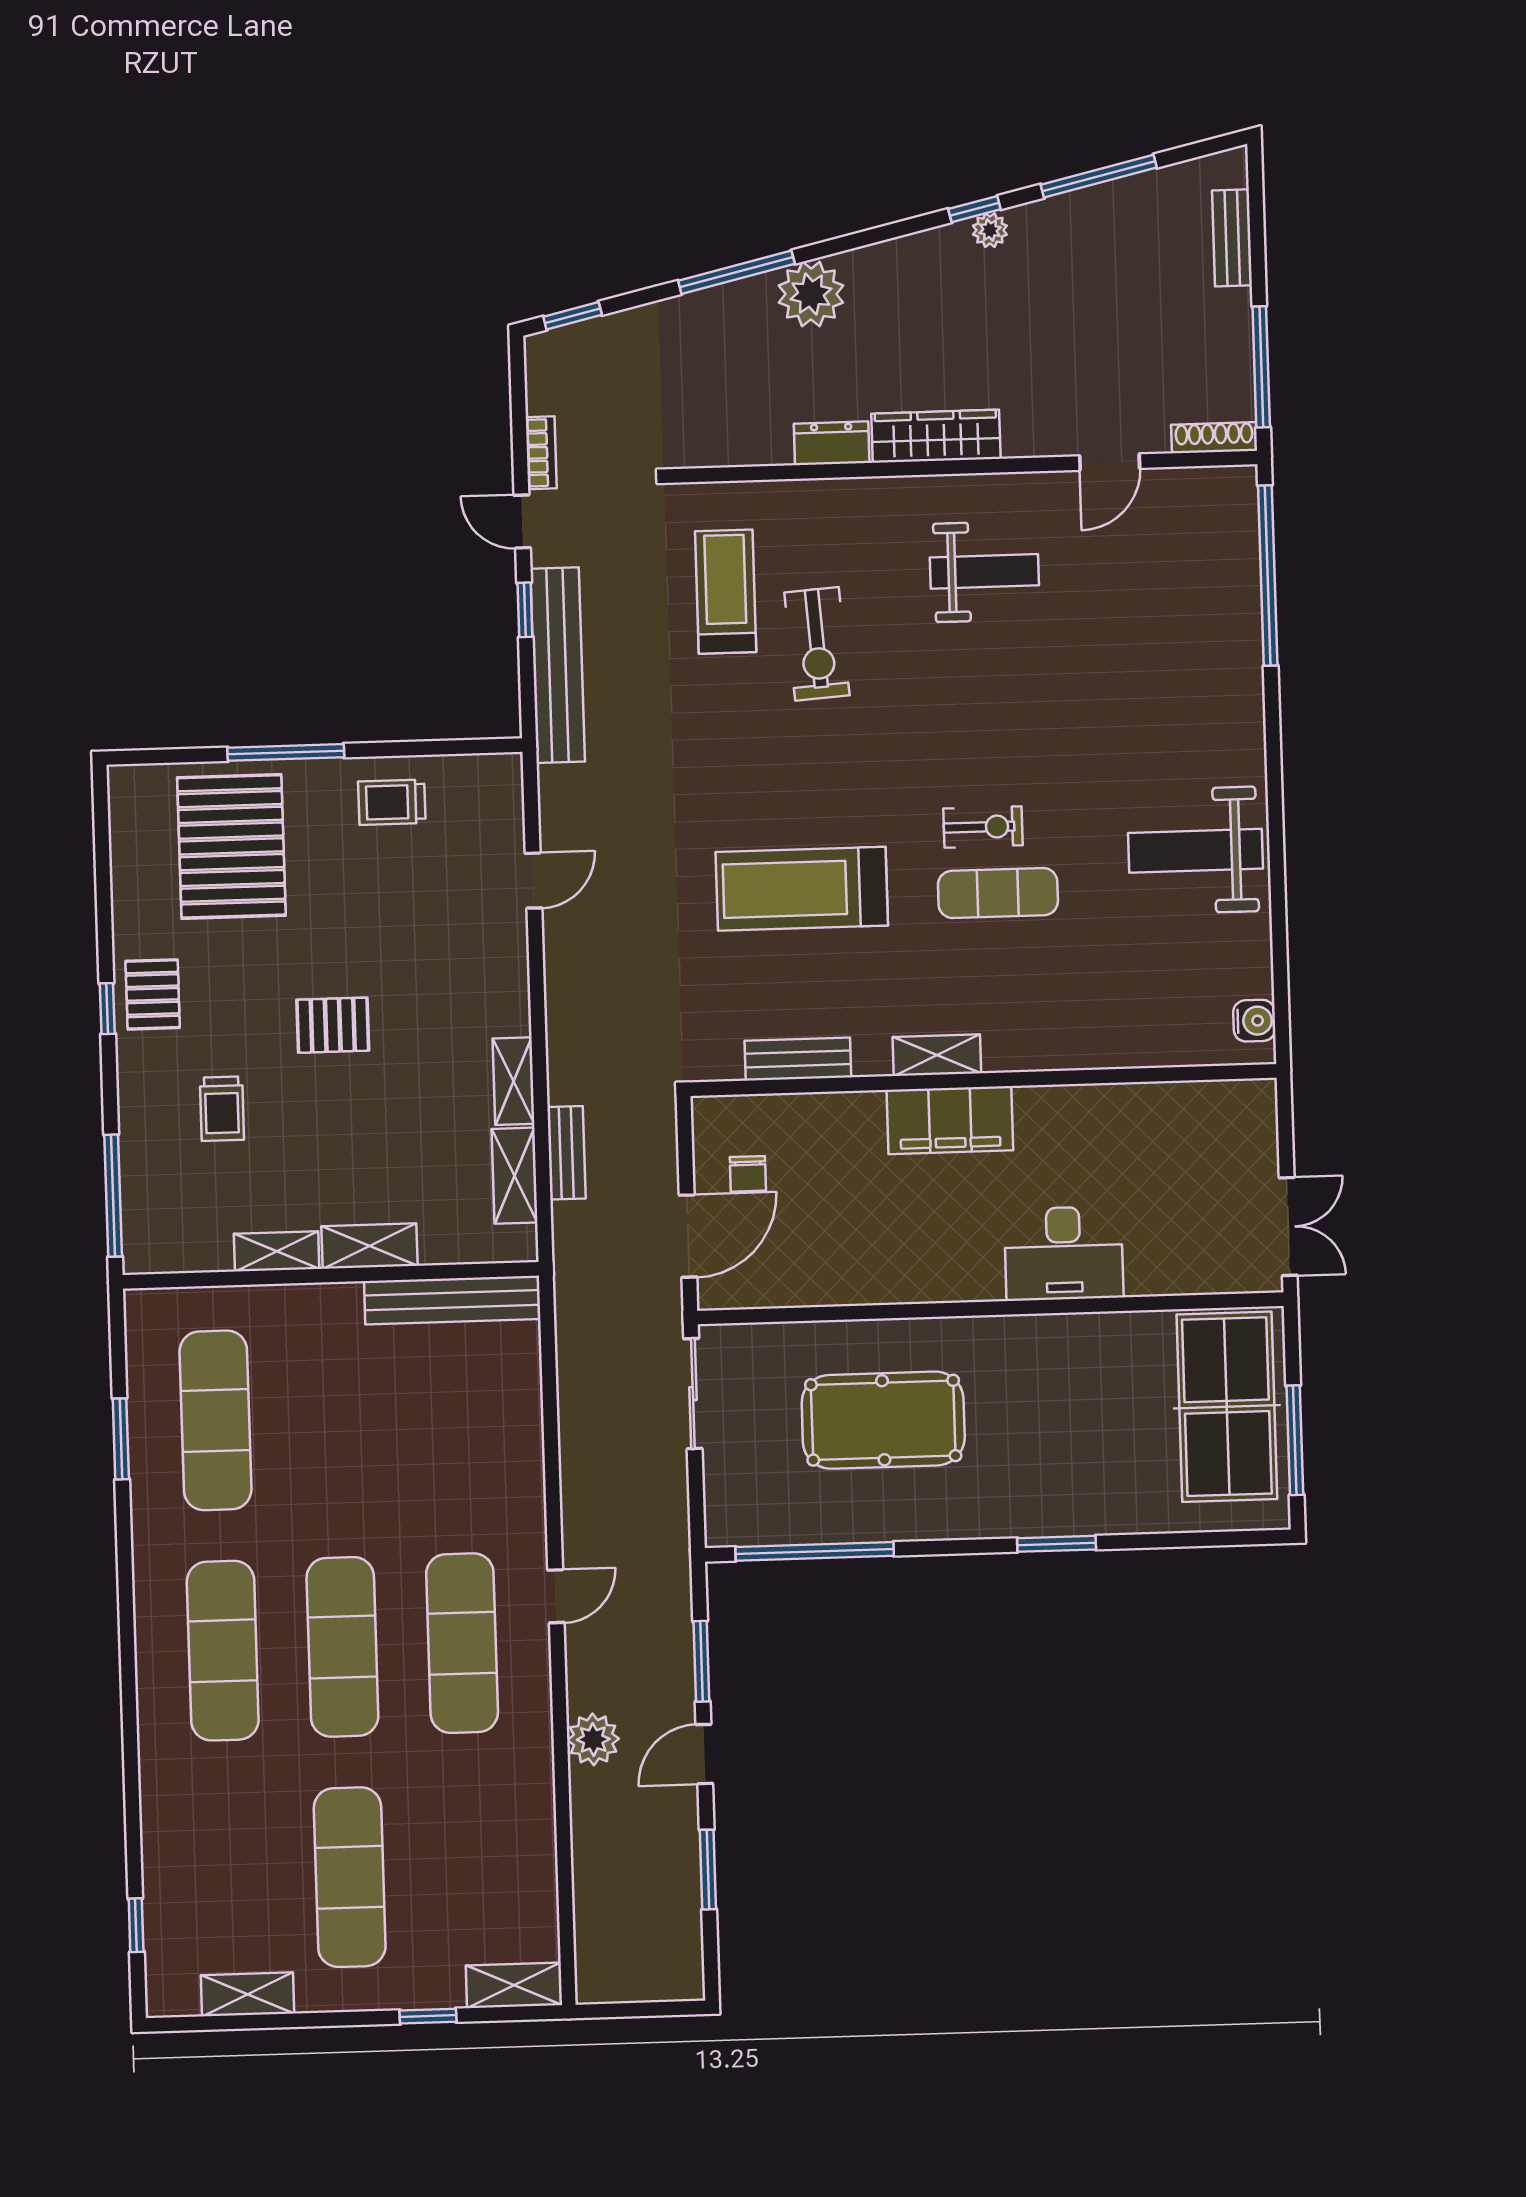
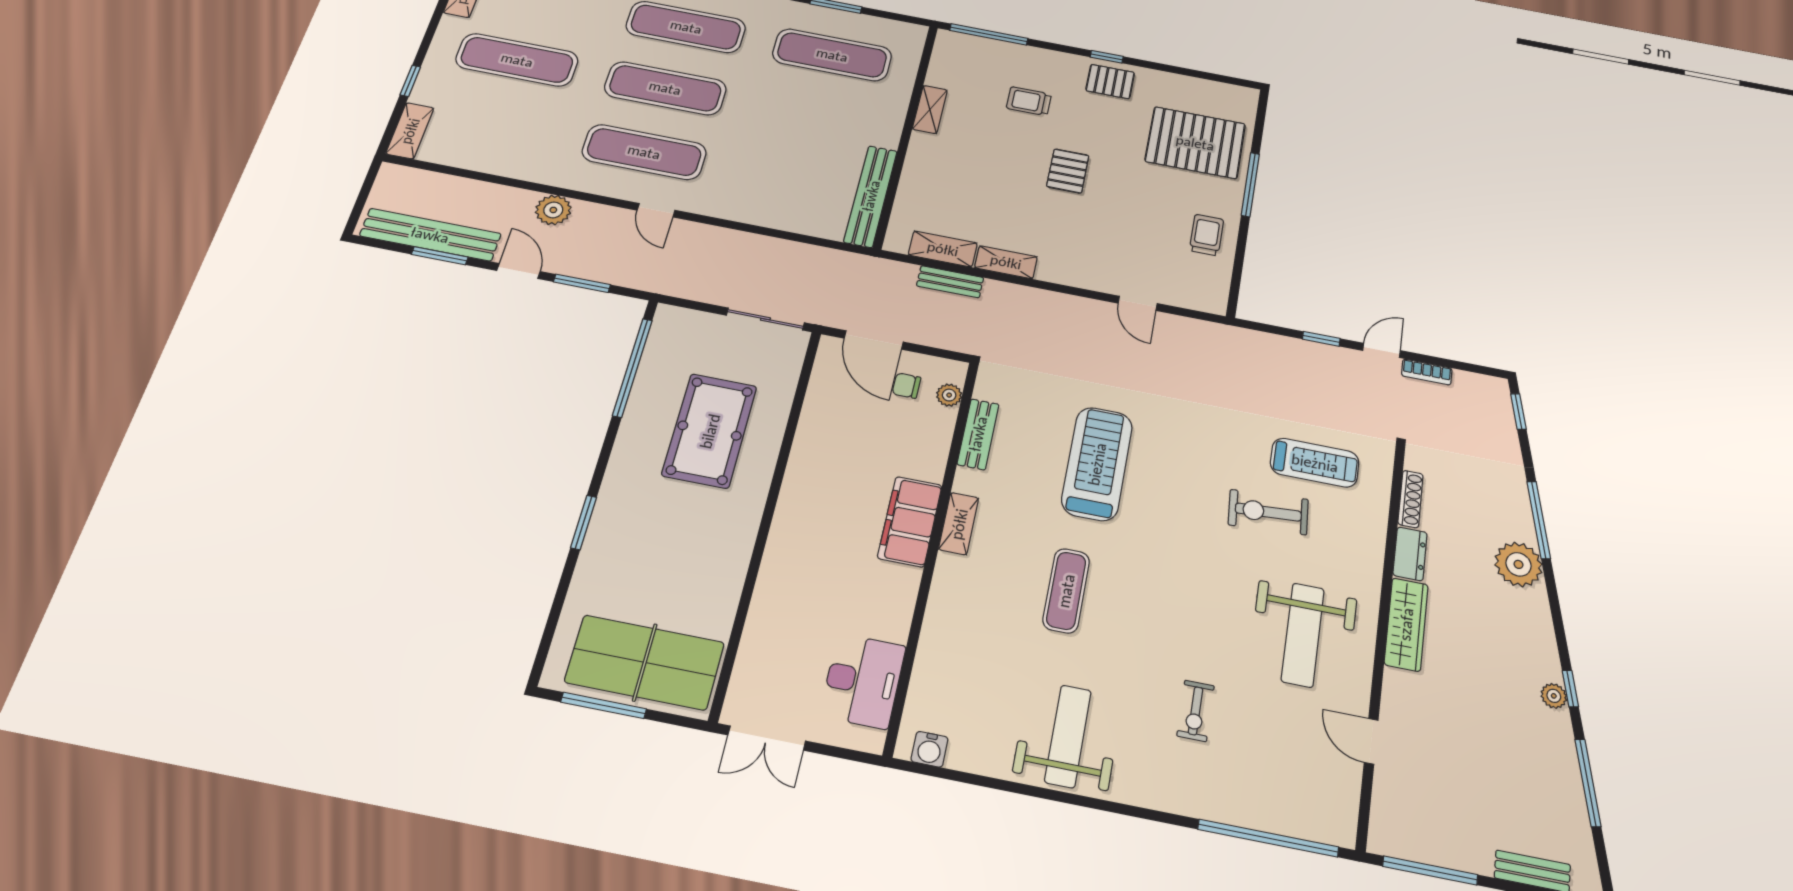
shoe rack: (1214, 438) -> (1411, 499), moved
weight bench: (984, 571) -> (1303, 635), width x1.36, depth x1.33
bench: (558, 665) -> (430, 235), moved
exercise bike: (983, 827) -> (1196, 711), moved
plant: (748, 1112) -> (949, 395), added
shelving: (369, 1246) -> (919, 159), removed
desk: (1064, 1253) -> (863, 681), moved, turned 180

